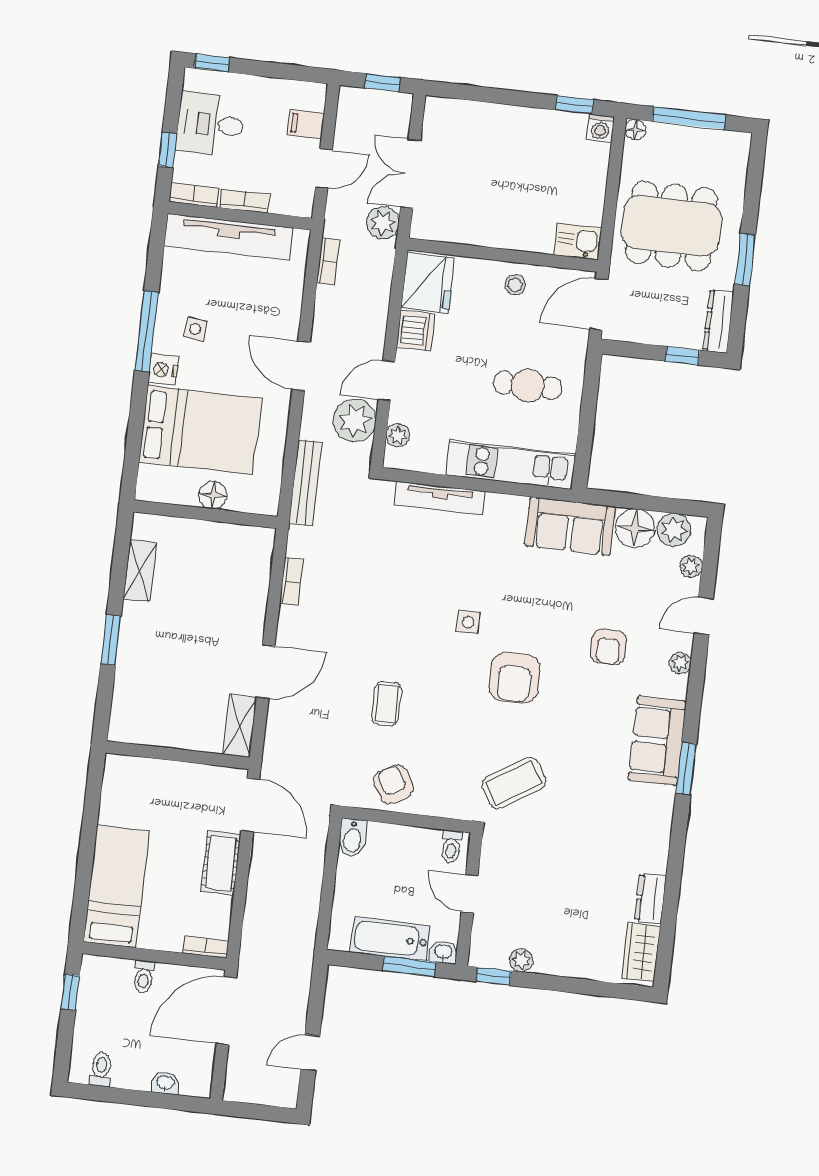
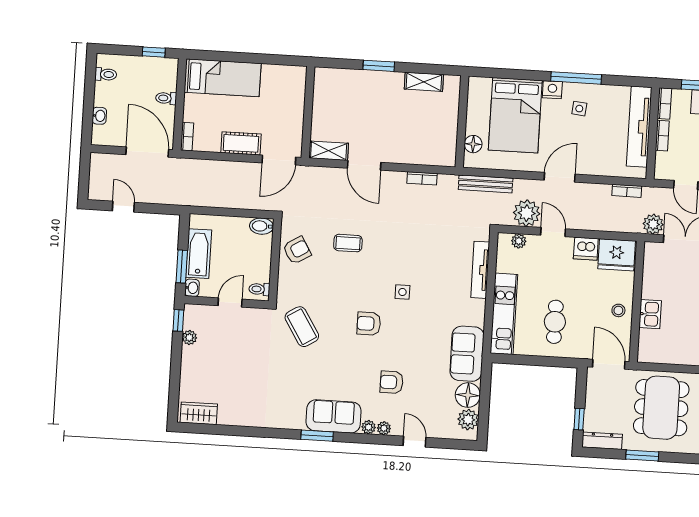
kitchen sink: (578, 242) -> (650, 314), moved
floor lamp: (213, 495) -> (473, 144), moved
plant: (691, 566) -> (369, 427), moved
armchair: (515, 678) -> (369, 324), width x0.72, depth x0.72
dresser: (650, 898) -> (233, 417), removed

